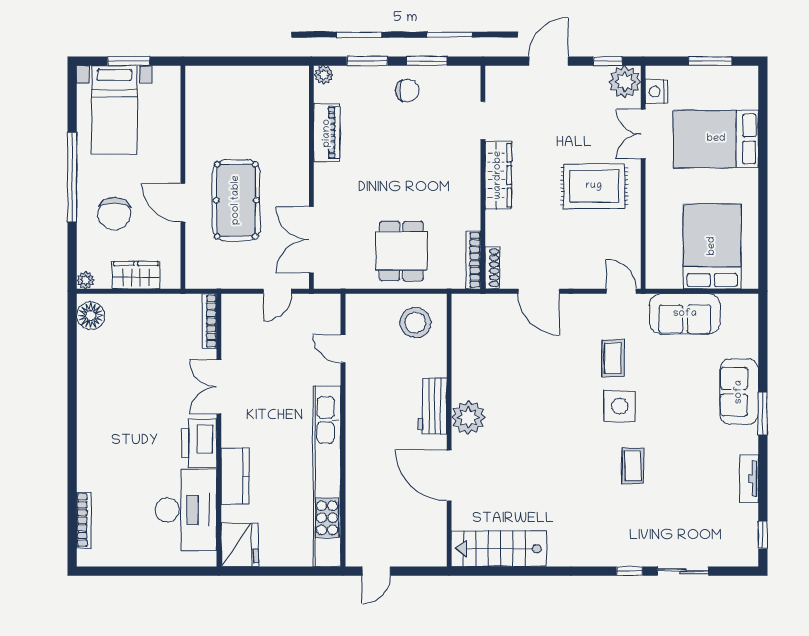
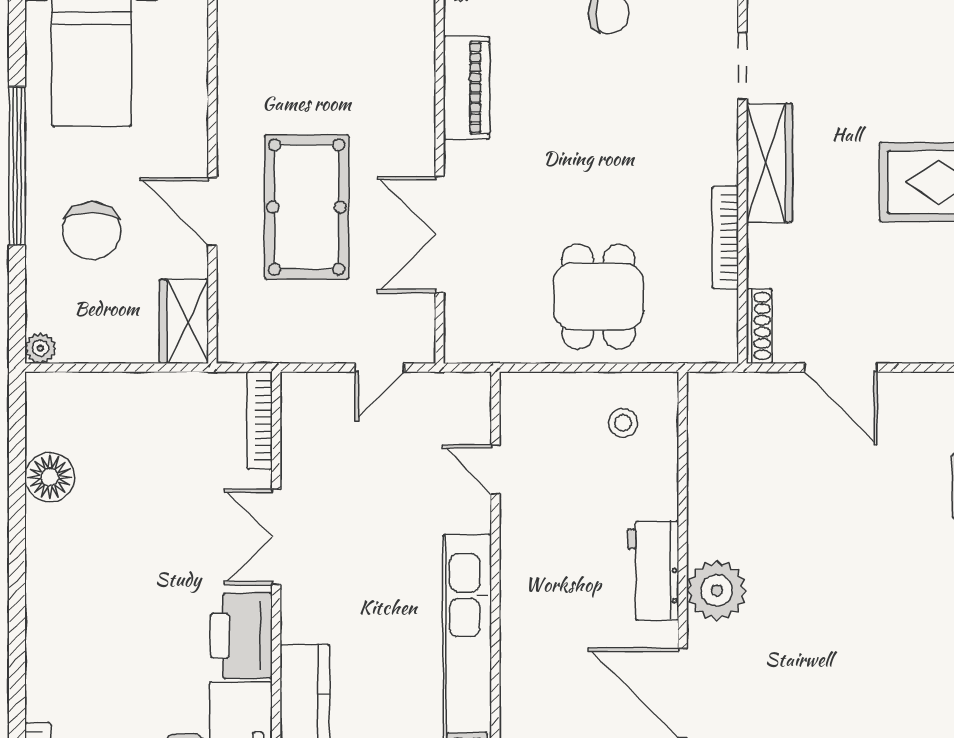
double door: (311, 240) -> (439, 235), moved
bookcase: (473, 260) -> (725, 237), moved
wardrobe: (136, 275) -> (184, 321), moved, turned -90
floor lamp: (91, 316) -> (50, 477), moved
stool: (415, 322) -> (623, 423), width x0.53, depth x0.53

